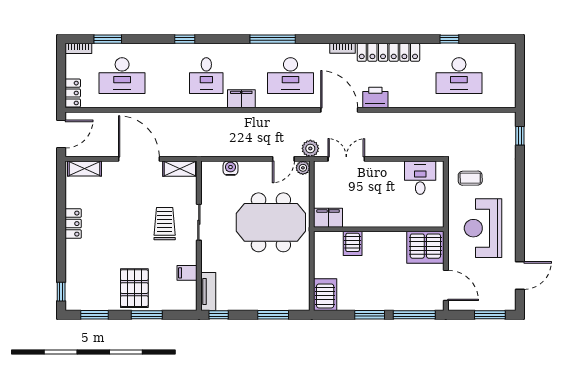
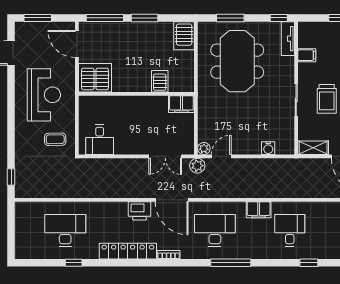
meeting table: (271, 222) -> (237, 61), moved, turned 90

